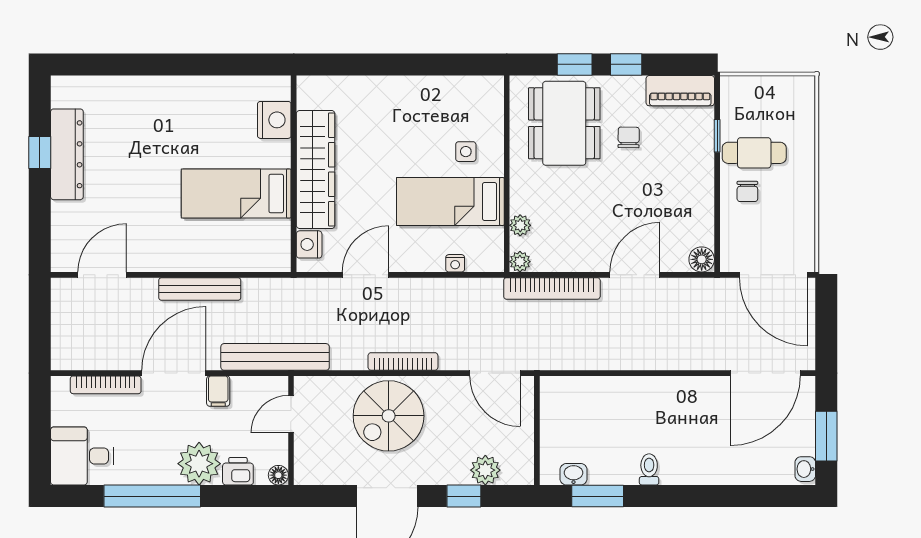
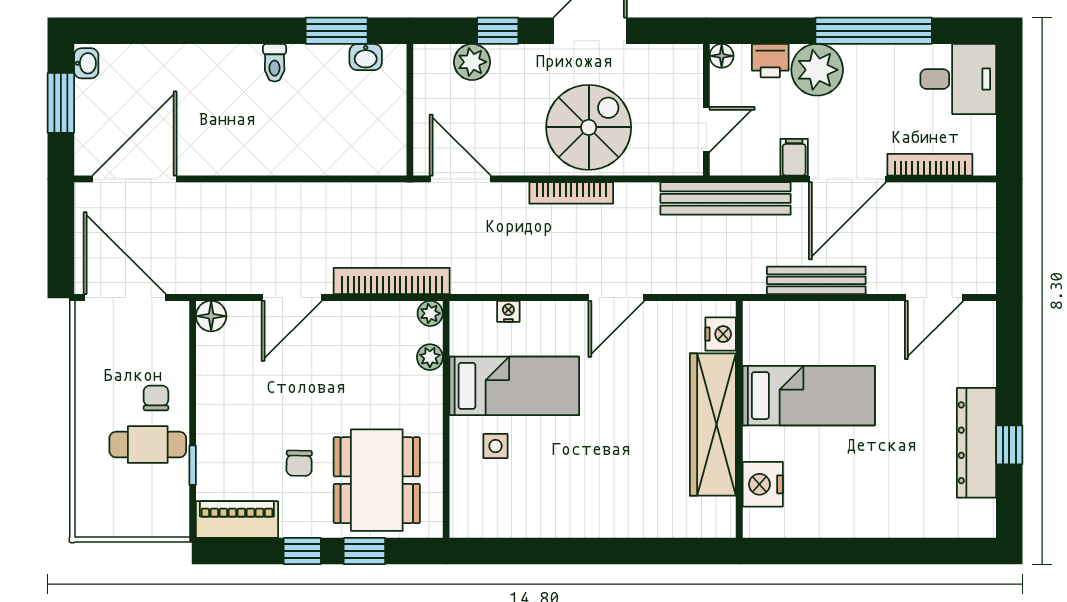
nightstand: (274, 120) -> (763, 484), moved
wardrobe: (316, 169) -> (713, 424), moved
wall: (294, 174) -> (739, 419), moved
bed: (236, 193) -> (809, 396), moved
nightstand: (309, 244) -> (721, 334), moved

